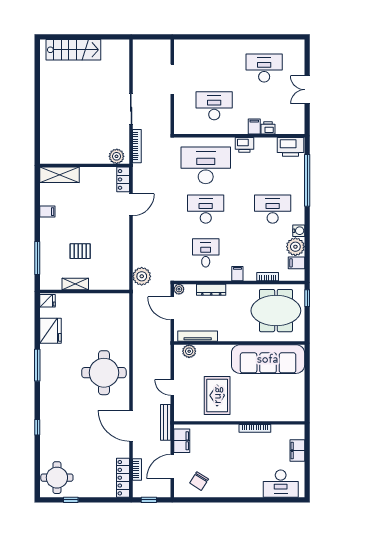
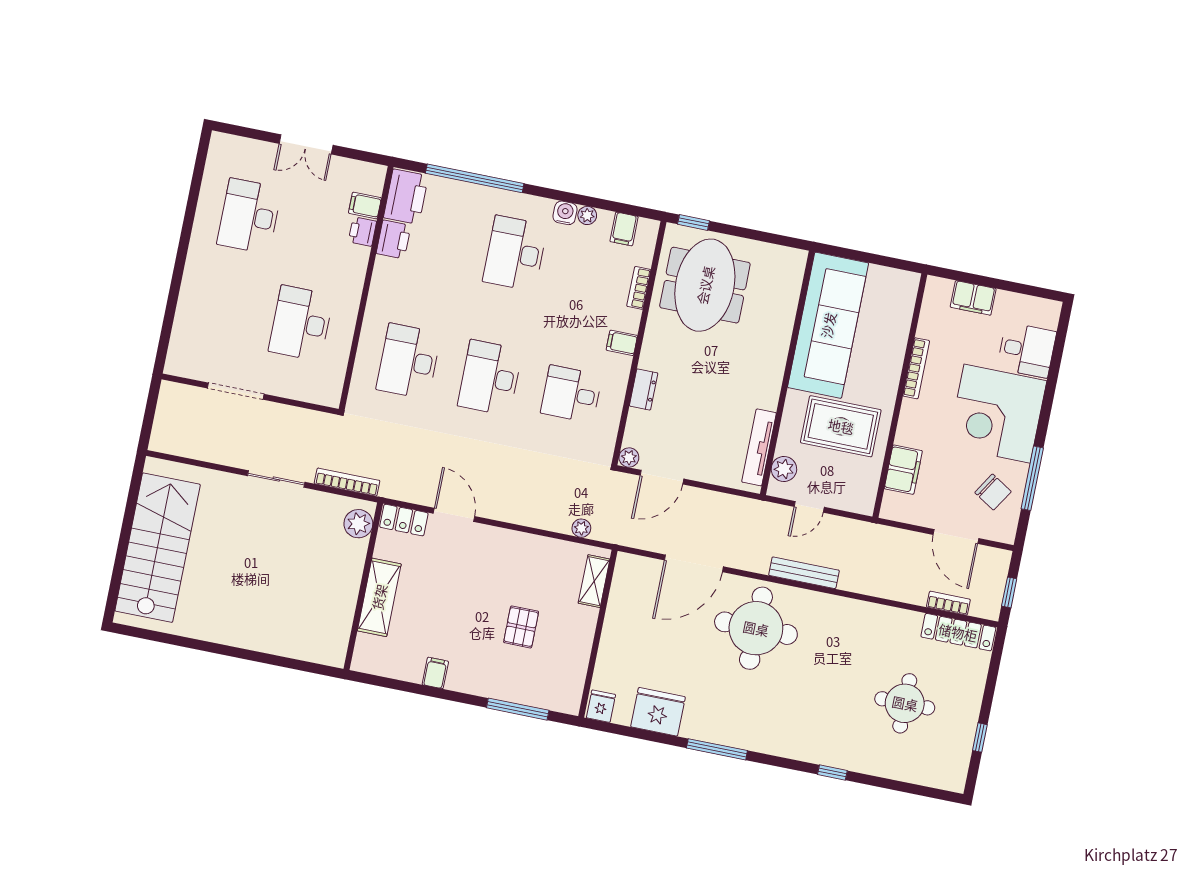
stairs: (73, 50) -> (158, 548), width x1.36, depth x1.51
filing cabinet: (254, 127) -> (365, 205), moved
printer: (244, 145) -> (394, 239), moved
desk: (206, 165) -> (409, 361), width x0.73, depth x0.77
shelving: (60, 175) -> (379, 597), moved
plant: (295, 247) -> (587, 215), width x0.53, depth x0.53
plant: (142, 276) -> (581, 528), width x0.53, depth x0.53
shelving: (75, 284) -> (594, 581), moved
dresser: (211, 290) -> (644, 389), width x0.70
tv unit: (198, 336) -> (759, 447), moved
wall: (239, 343) -> (787, 373), moved
plant: (189, 351) -> (784, 469), moved
sofa: (268, 359) -> (828, 325), moved
bench: (166, 422) -> (804, 573), moved
door: (131, 426) -> (694, 563), moved
filing cabinet: (182, 441) -> (903, 470), moved, turned 90
corner desk: (240, 475) -> (997, 414), added
round table: (57, 478) -> (905, 703), moved
desk: (281, 484) -> (1027, 350), width x0.73
window: (210, 500) -> (1032, 478), added

